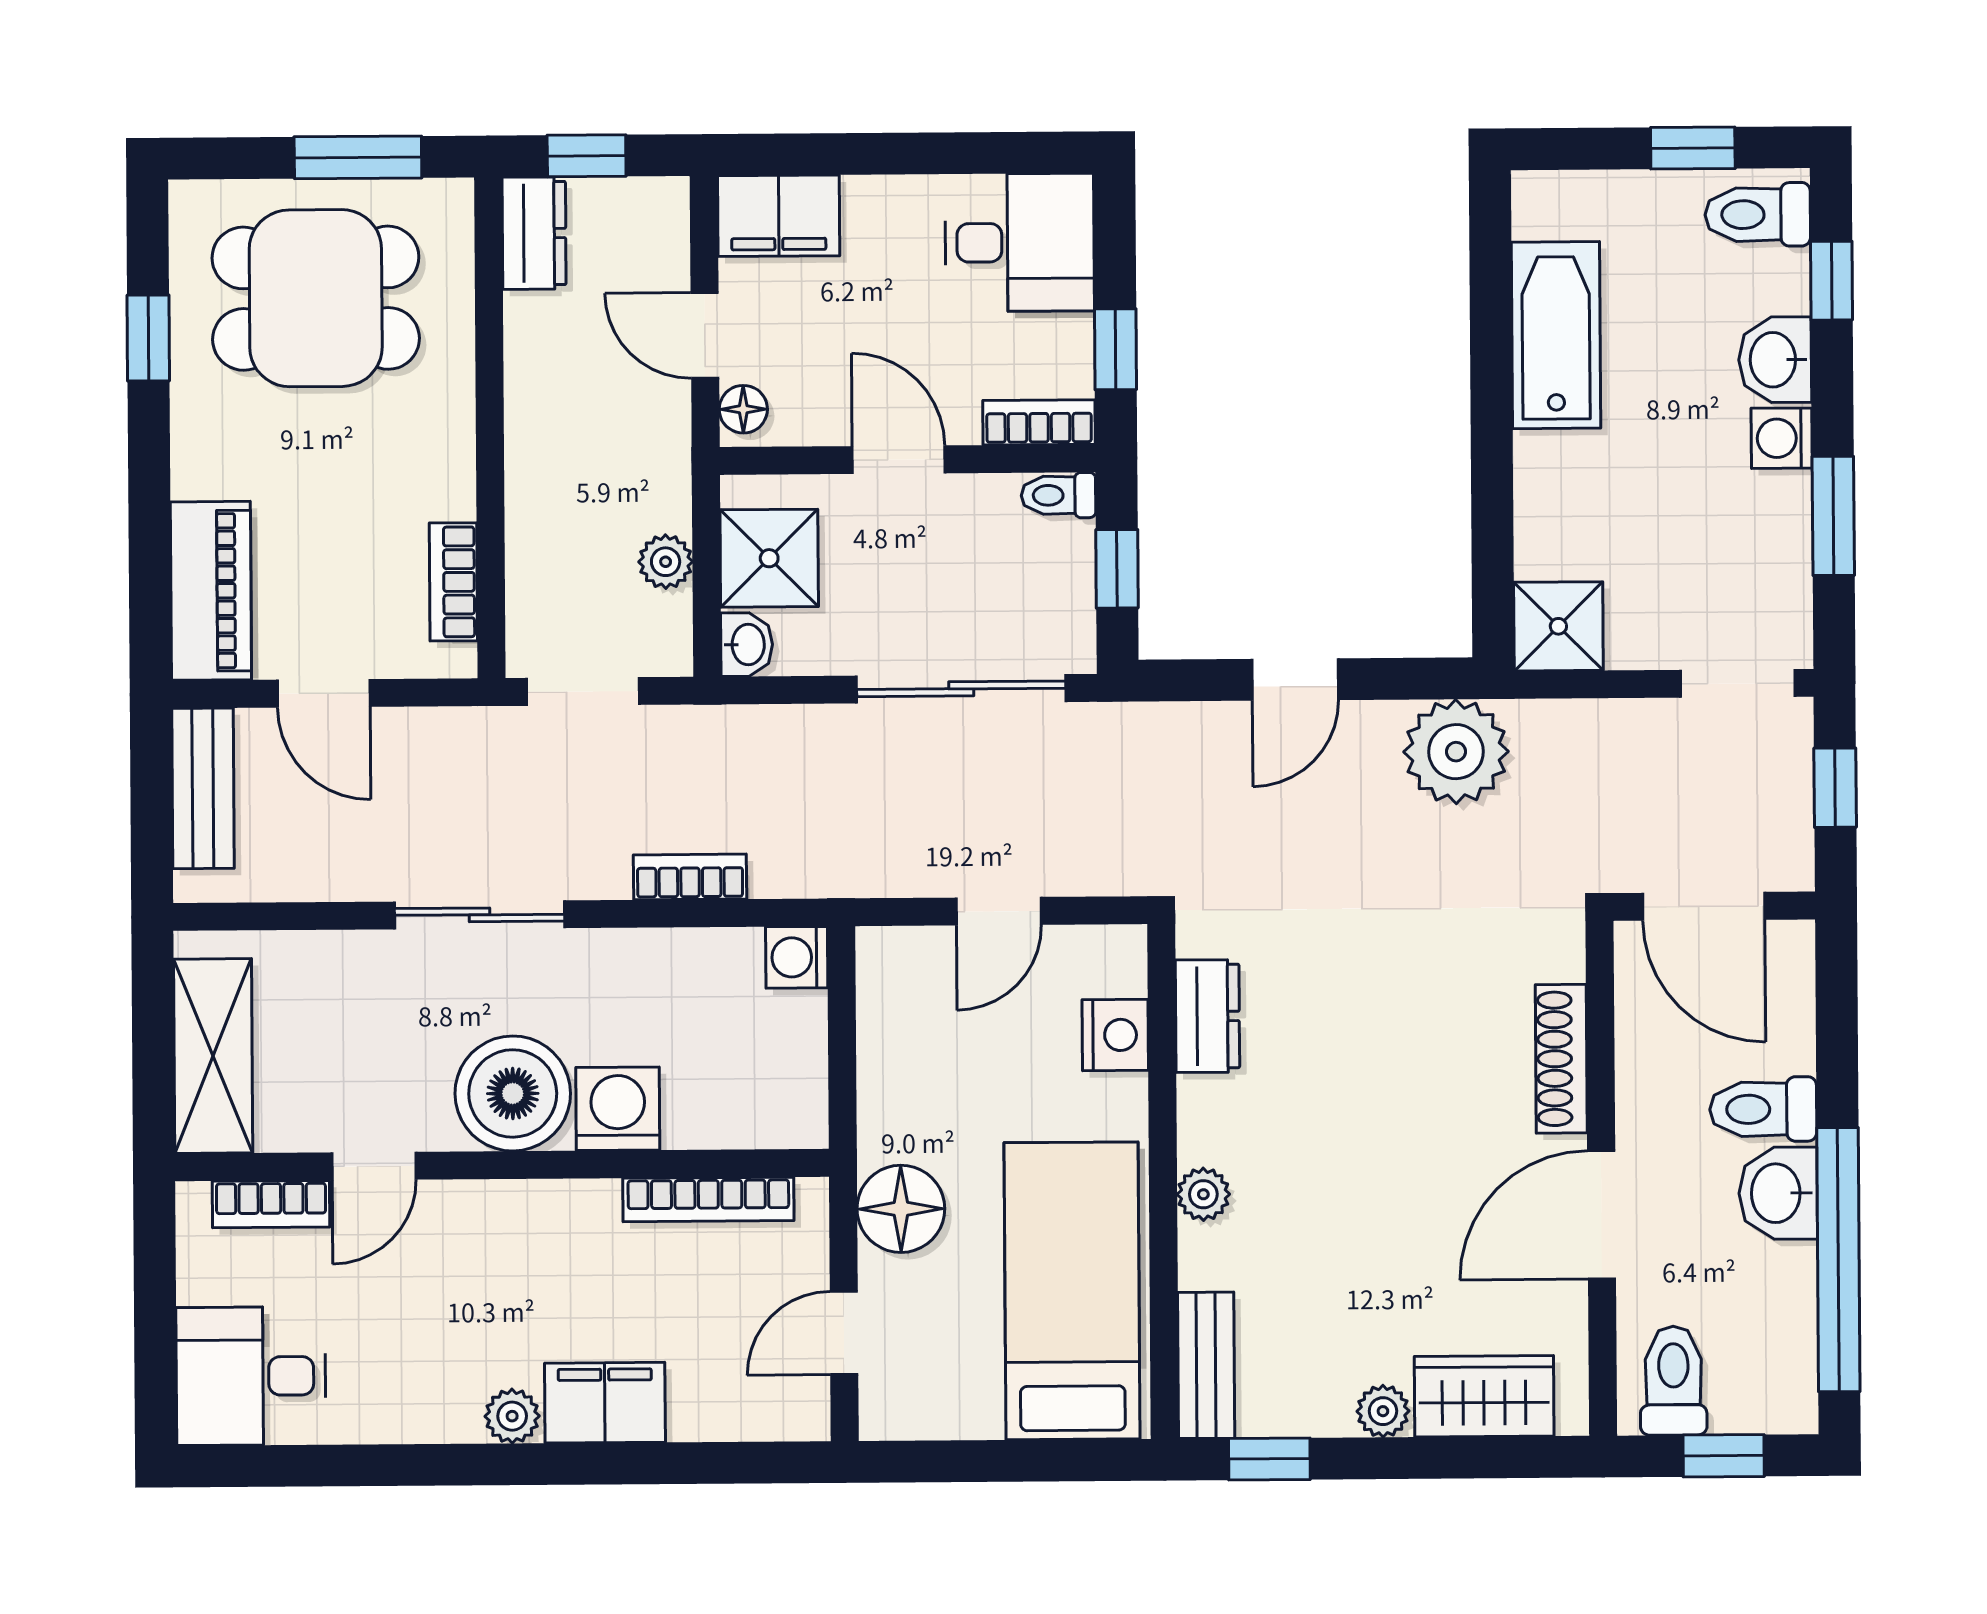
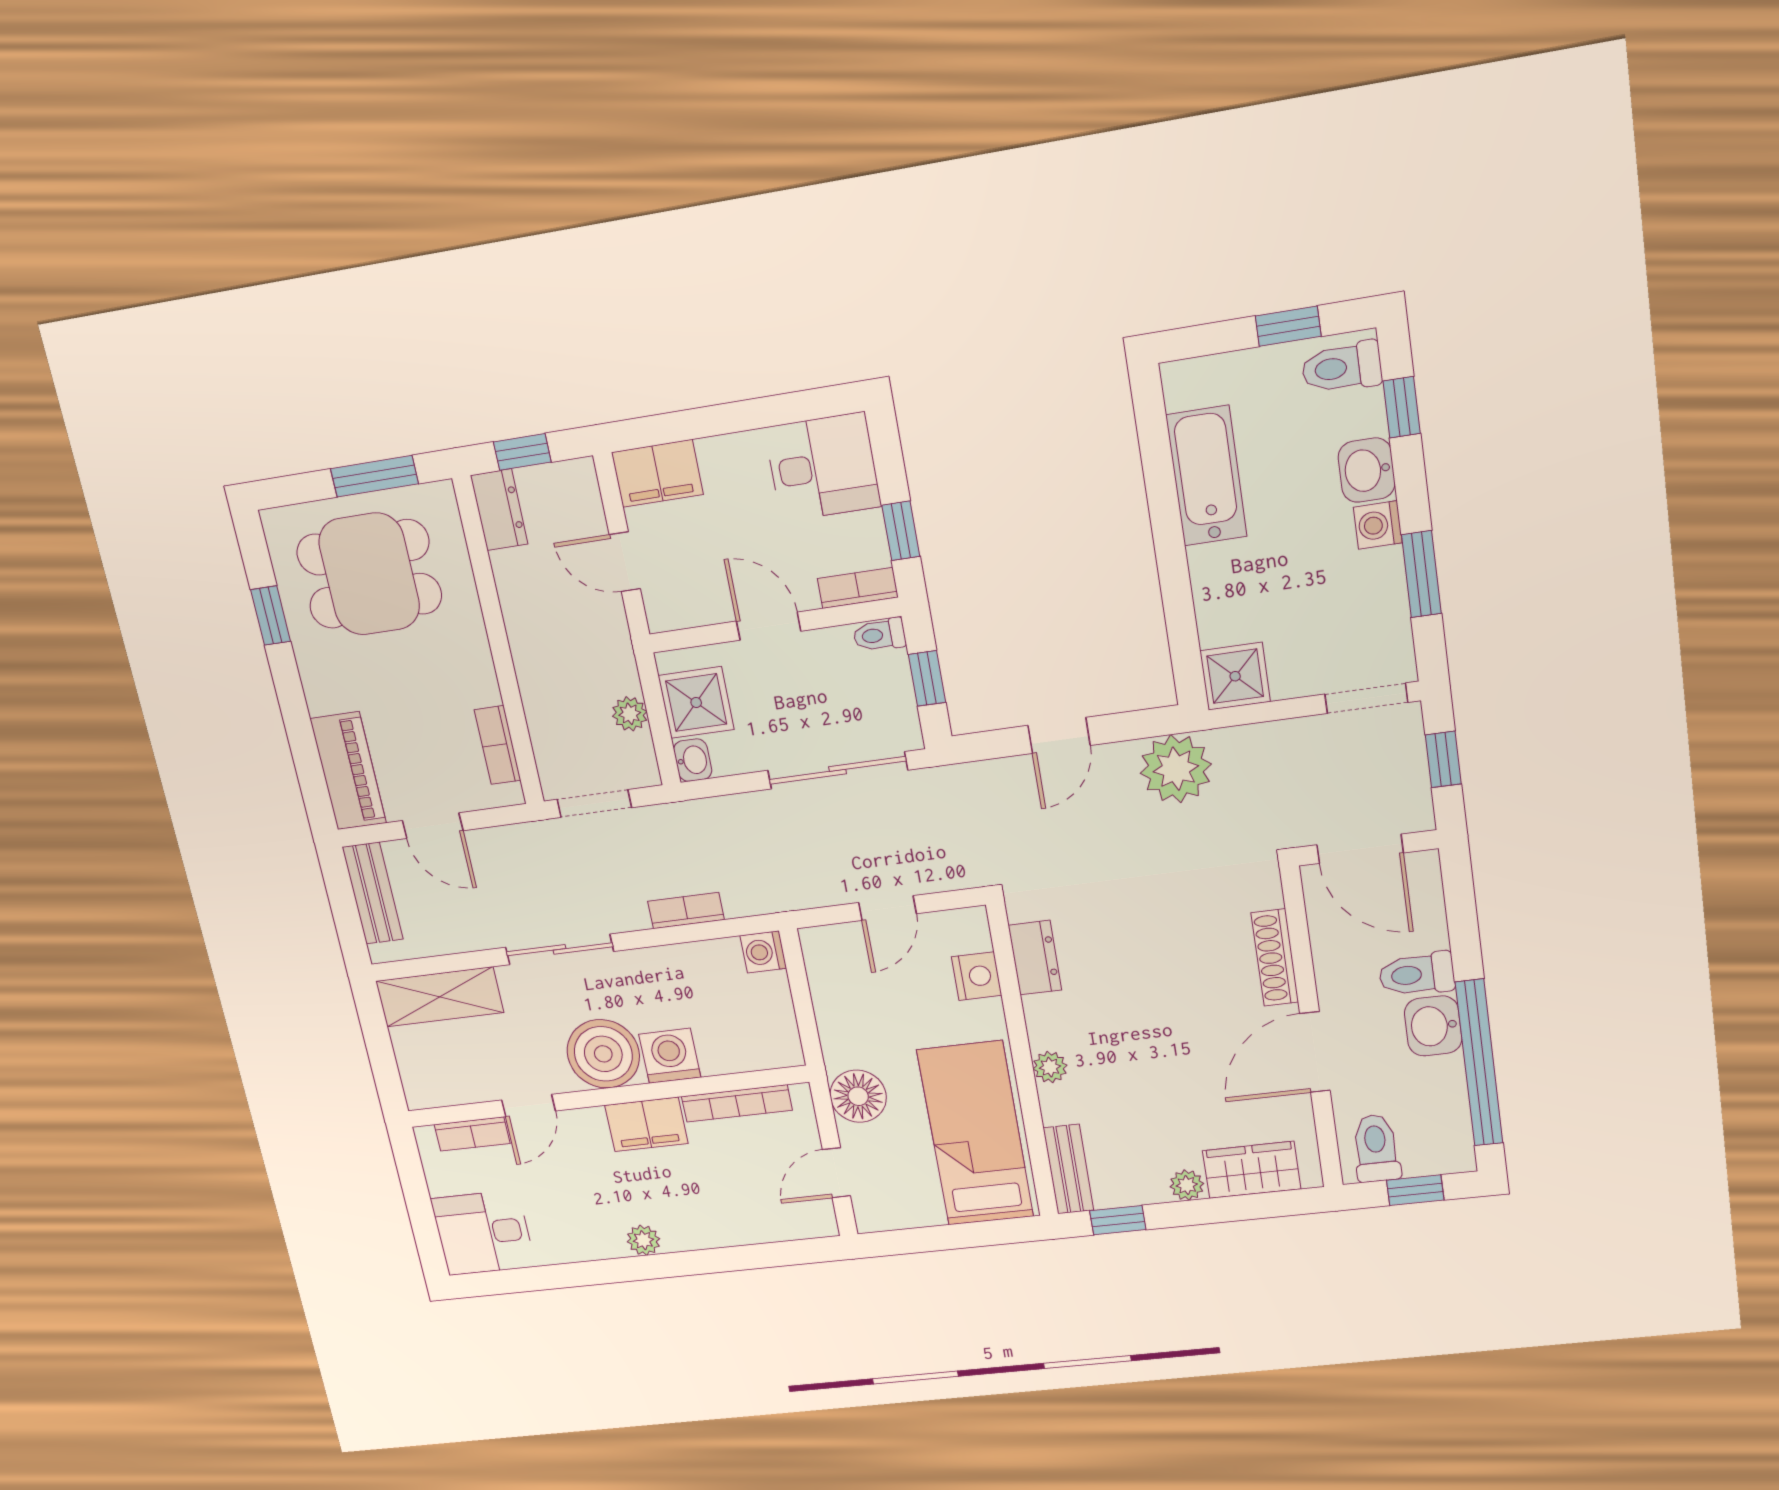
floor lamp: (743, 409) -> (660, 607), removed
shelving: (213, 1056) -> (440, 997), moved, turned 90
filing cabinet: (605, 1403) -> (646, 1124), moved, turned 180

